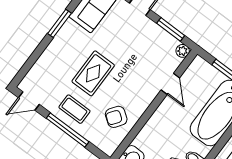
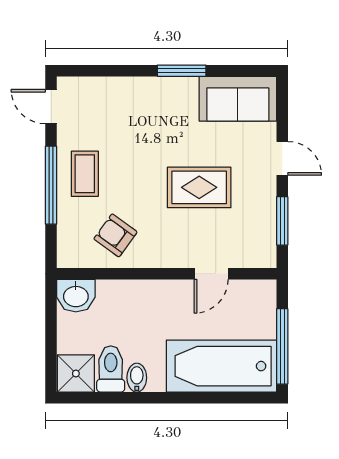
plant: (183, 51) -> (266, 257), removed
rug: (93, 73) -> (199, 187), moved

